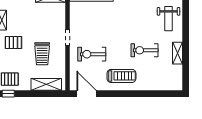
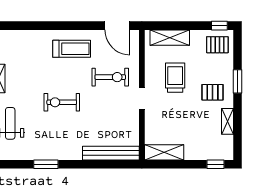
exercise bike: (145, 50) -> (62, 102), moved, turned 180
treadmill: (121, 76) -> (72, 49), turned 180

